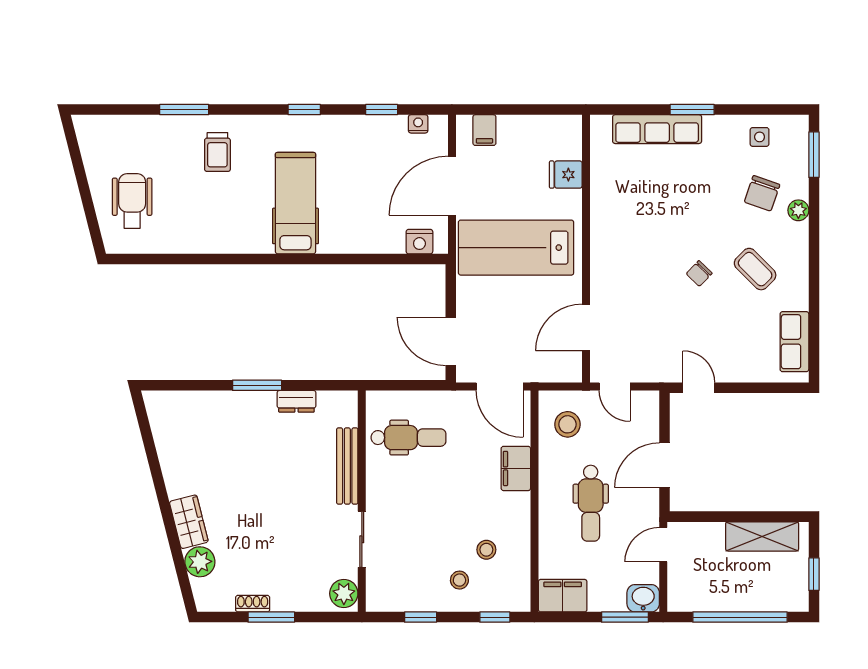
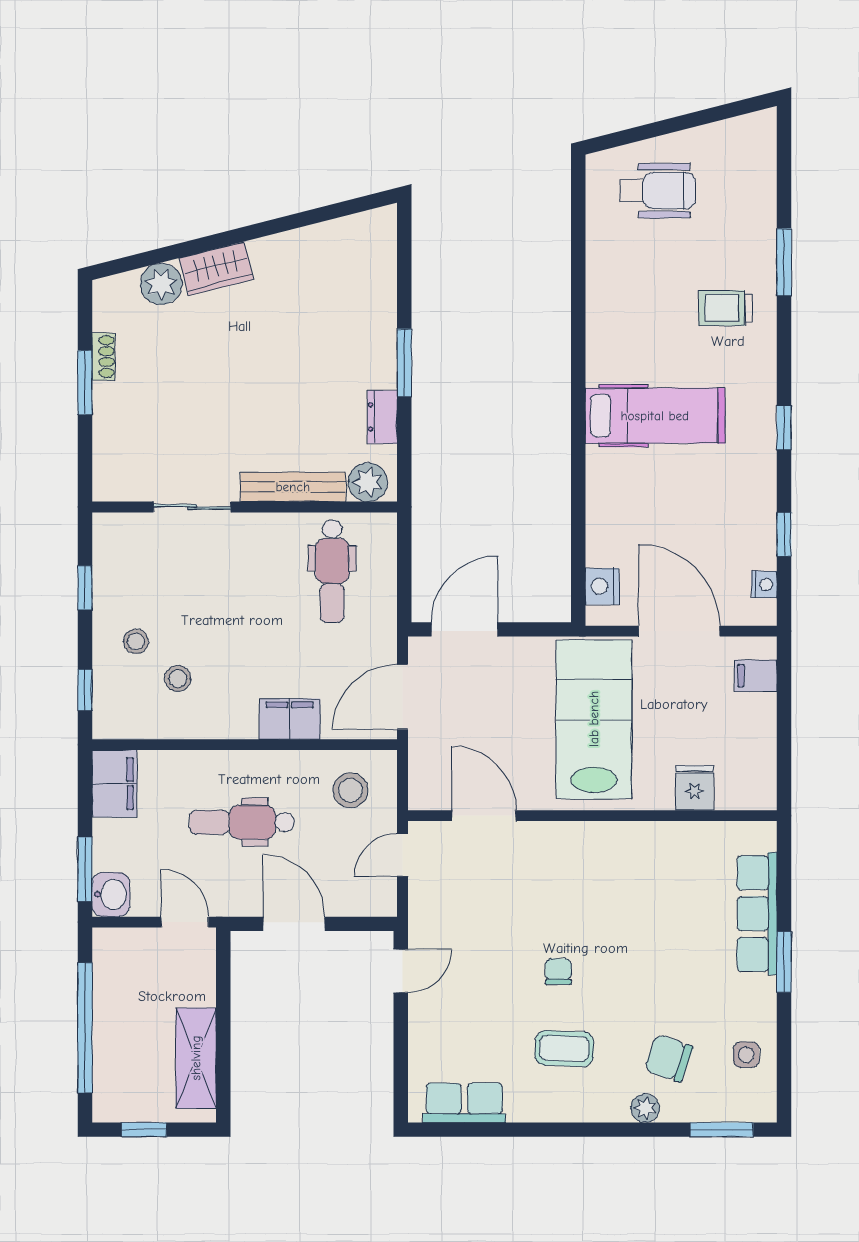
coffee table: (755, 269) -> (564, 1049), turned 47
chair: (699, 273) -> (558, 972), turned 46
plant: (344, 593) -> (368, 482), moved

